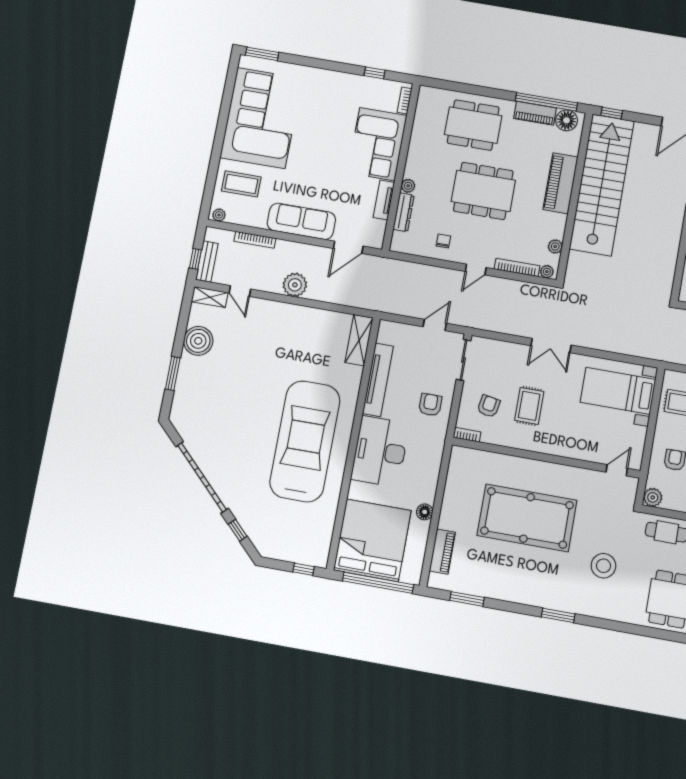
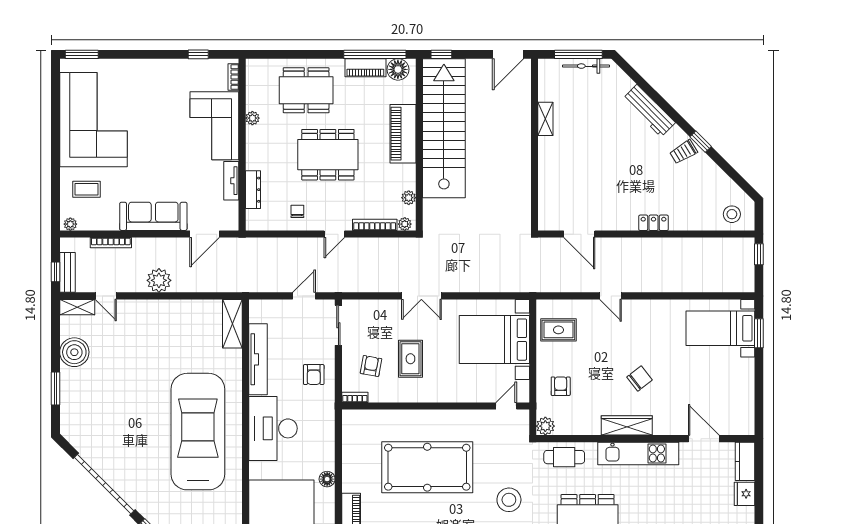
coffee table: (241, 184) -> (86, 189), width x0.73, depth x0.77
plant: (408, 186) -> (252, 118), moved
bed with nightstands: (618, 391) -> (494, 340), width x1.36
armchair: (430, 405) -> (314, 375), turned 180

